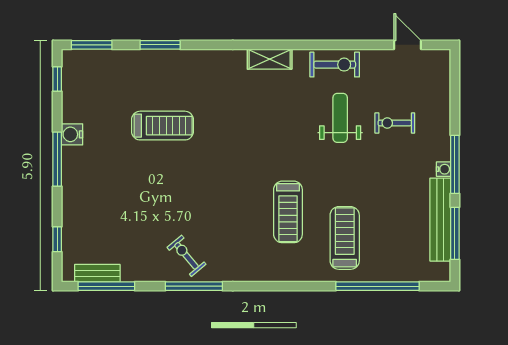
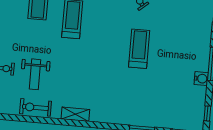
treadmill: (162, 126) -> (139, 49), moved, turned 90

